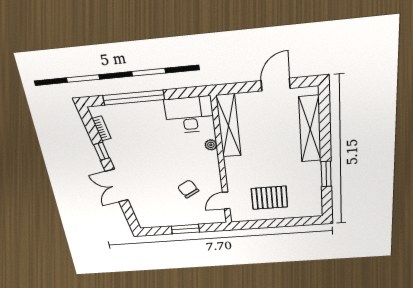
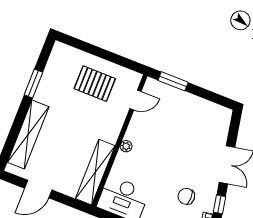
plant: (211, 145) -> (126, 146), moved
chair: (188, 189) -> (186, 196), moved, turned 119
window: (185, 229) -> (173, 81), moved

